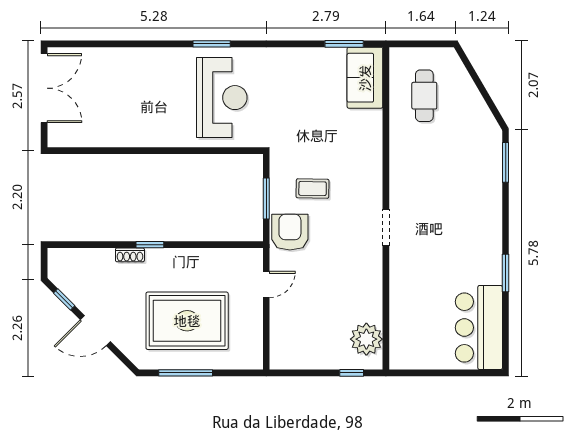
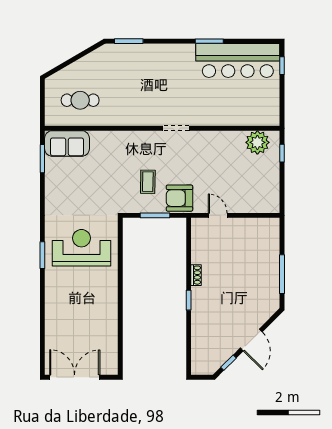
shoe rack: (130, 255) -> (196, 275), moved
rug: (187, 321) -> (244, 273), removed
bar counter: (479, 328) -> (238, 60), width x1.36
window: (472, 373) -> (282, 66), added

